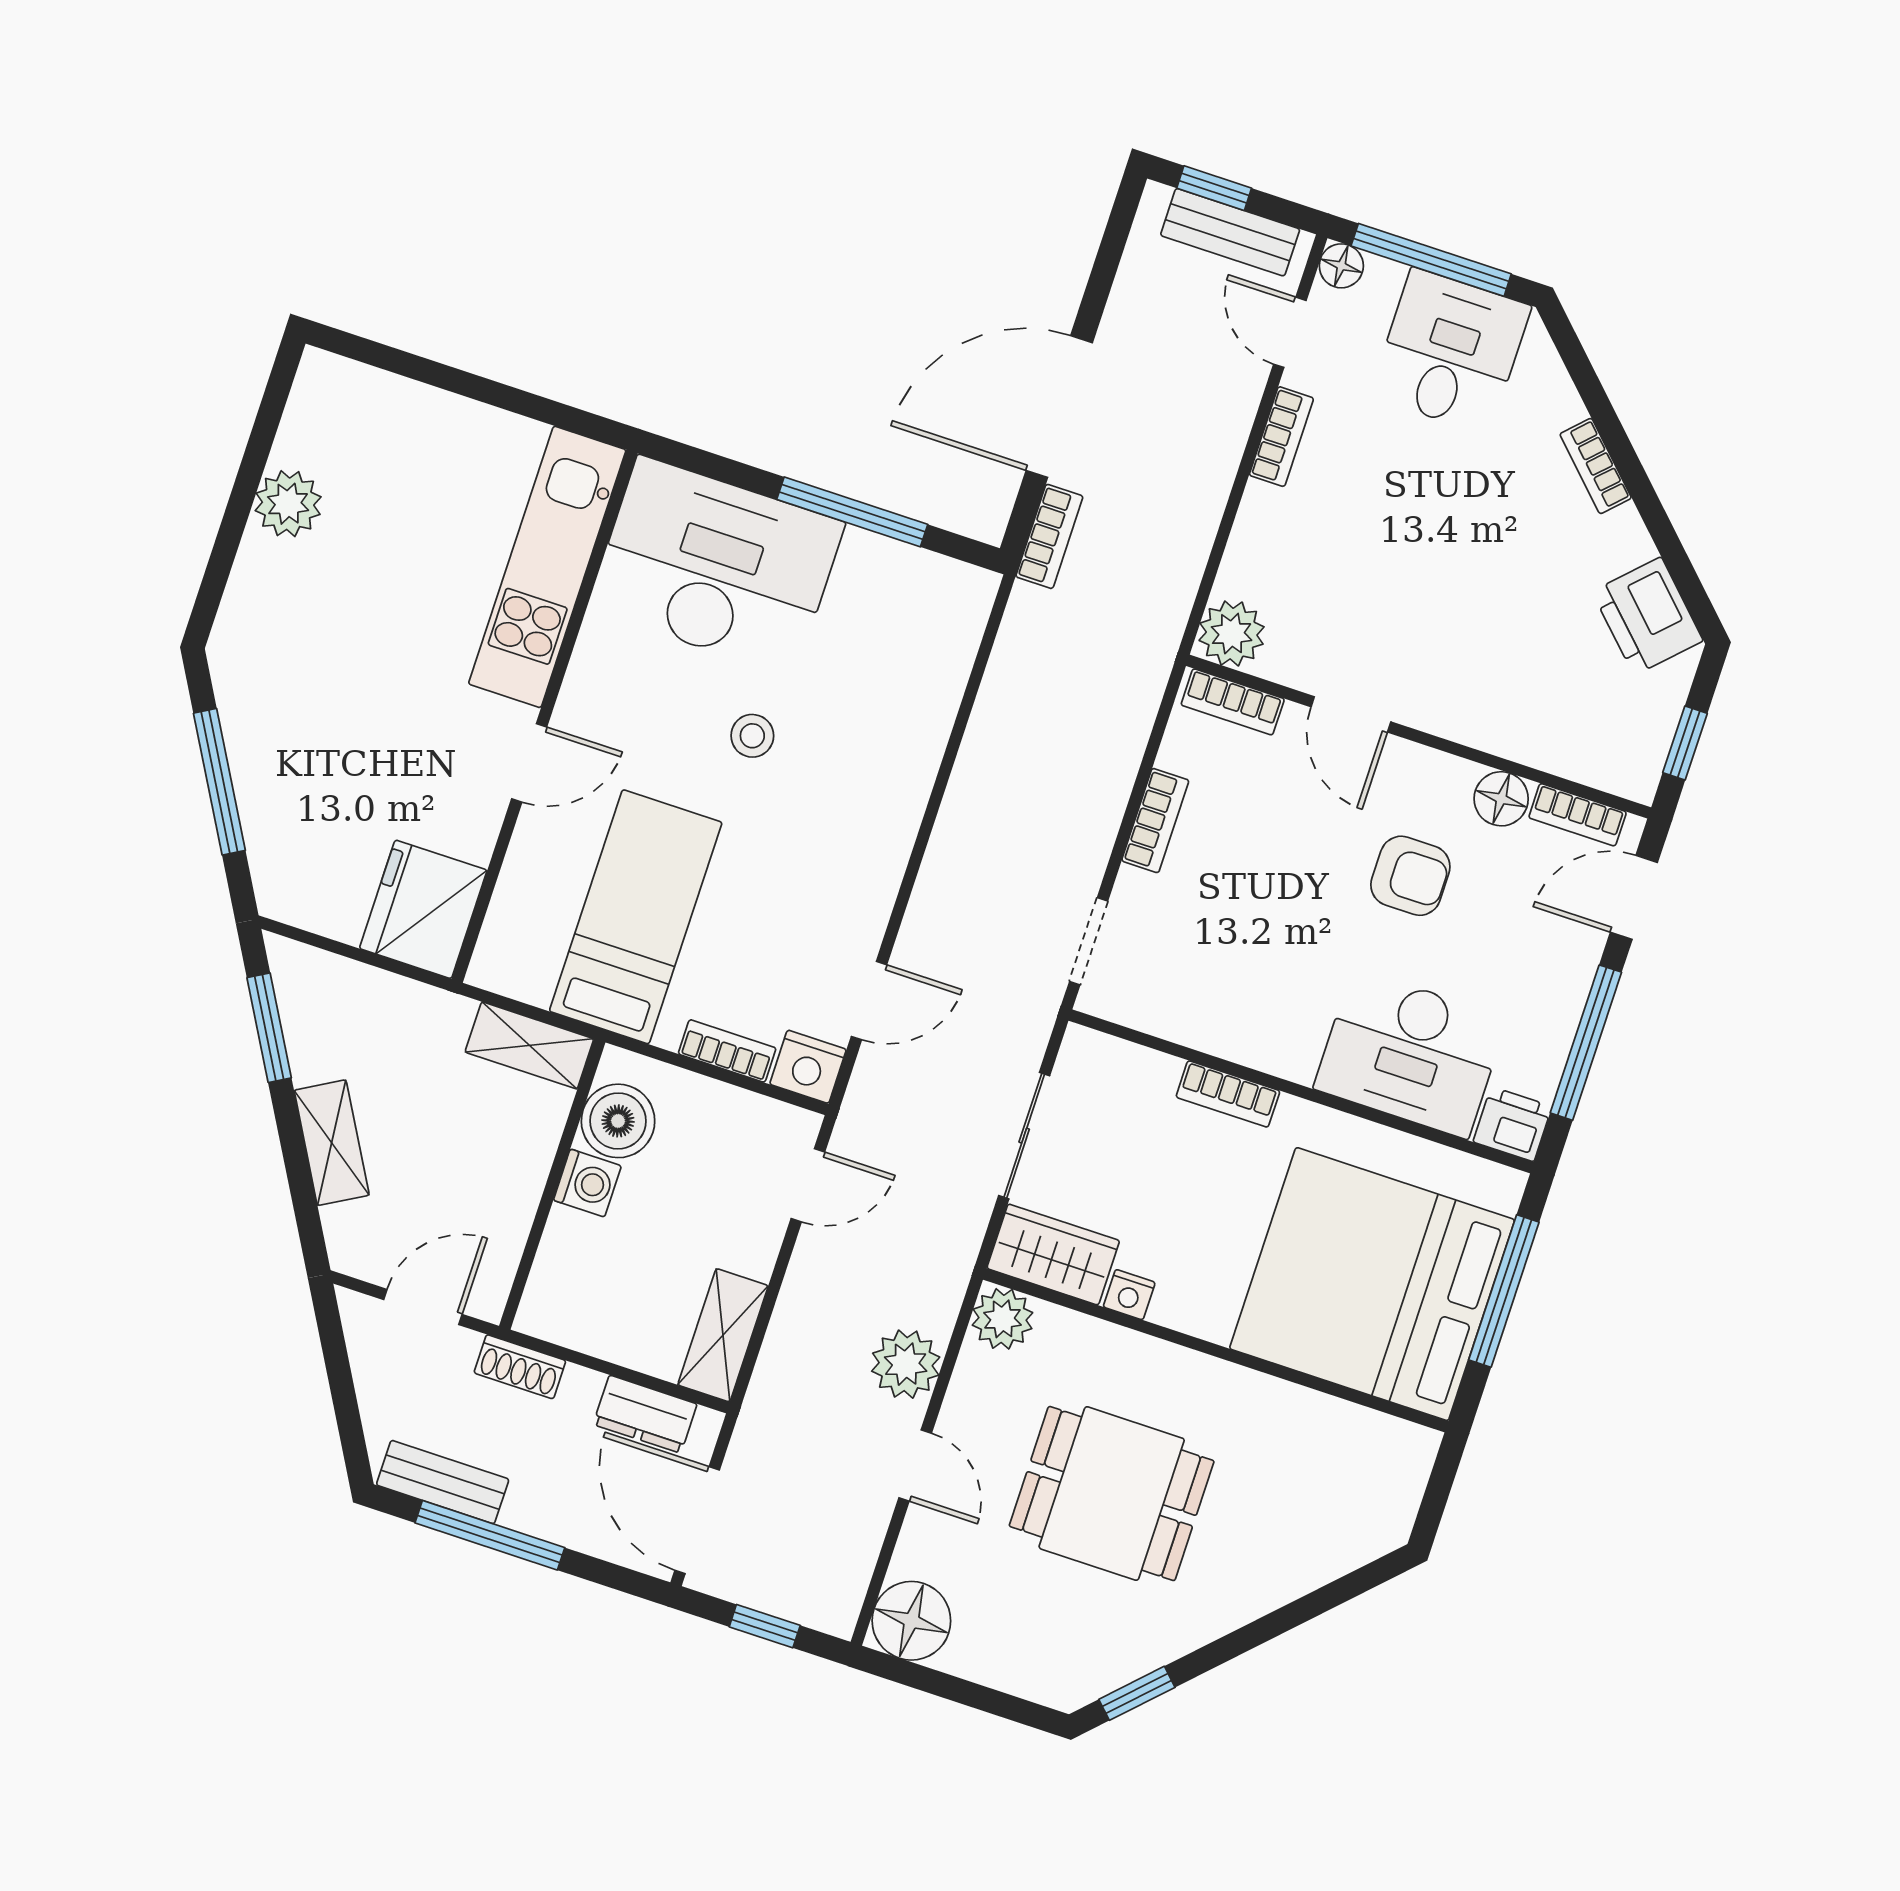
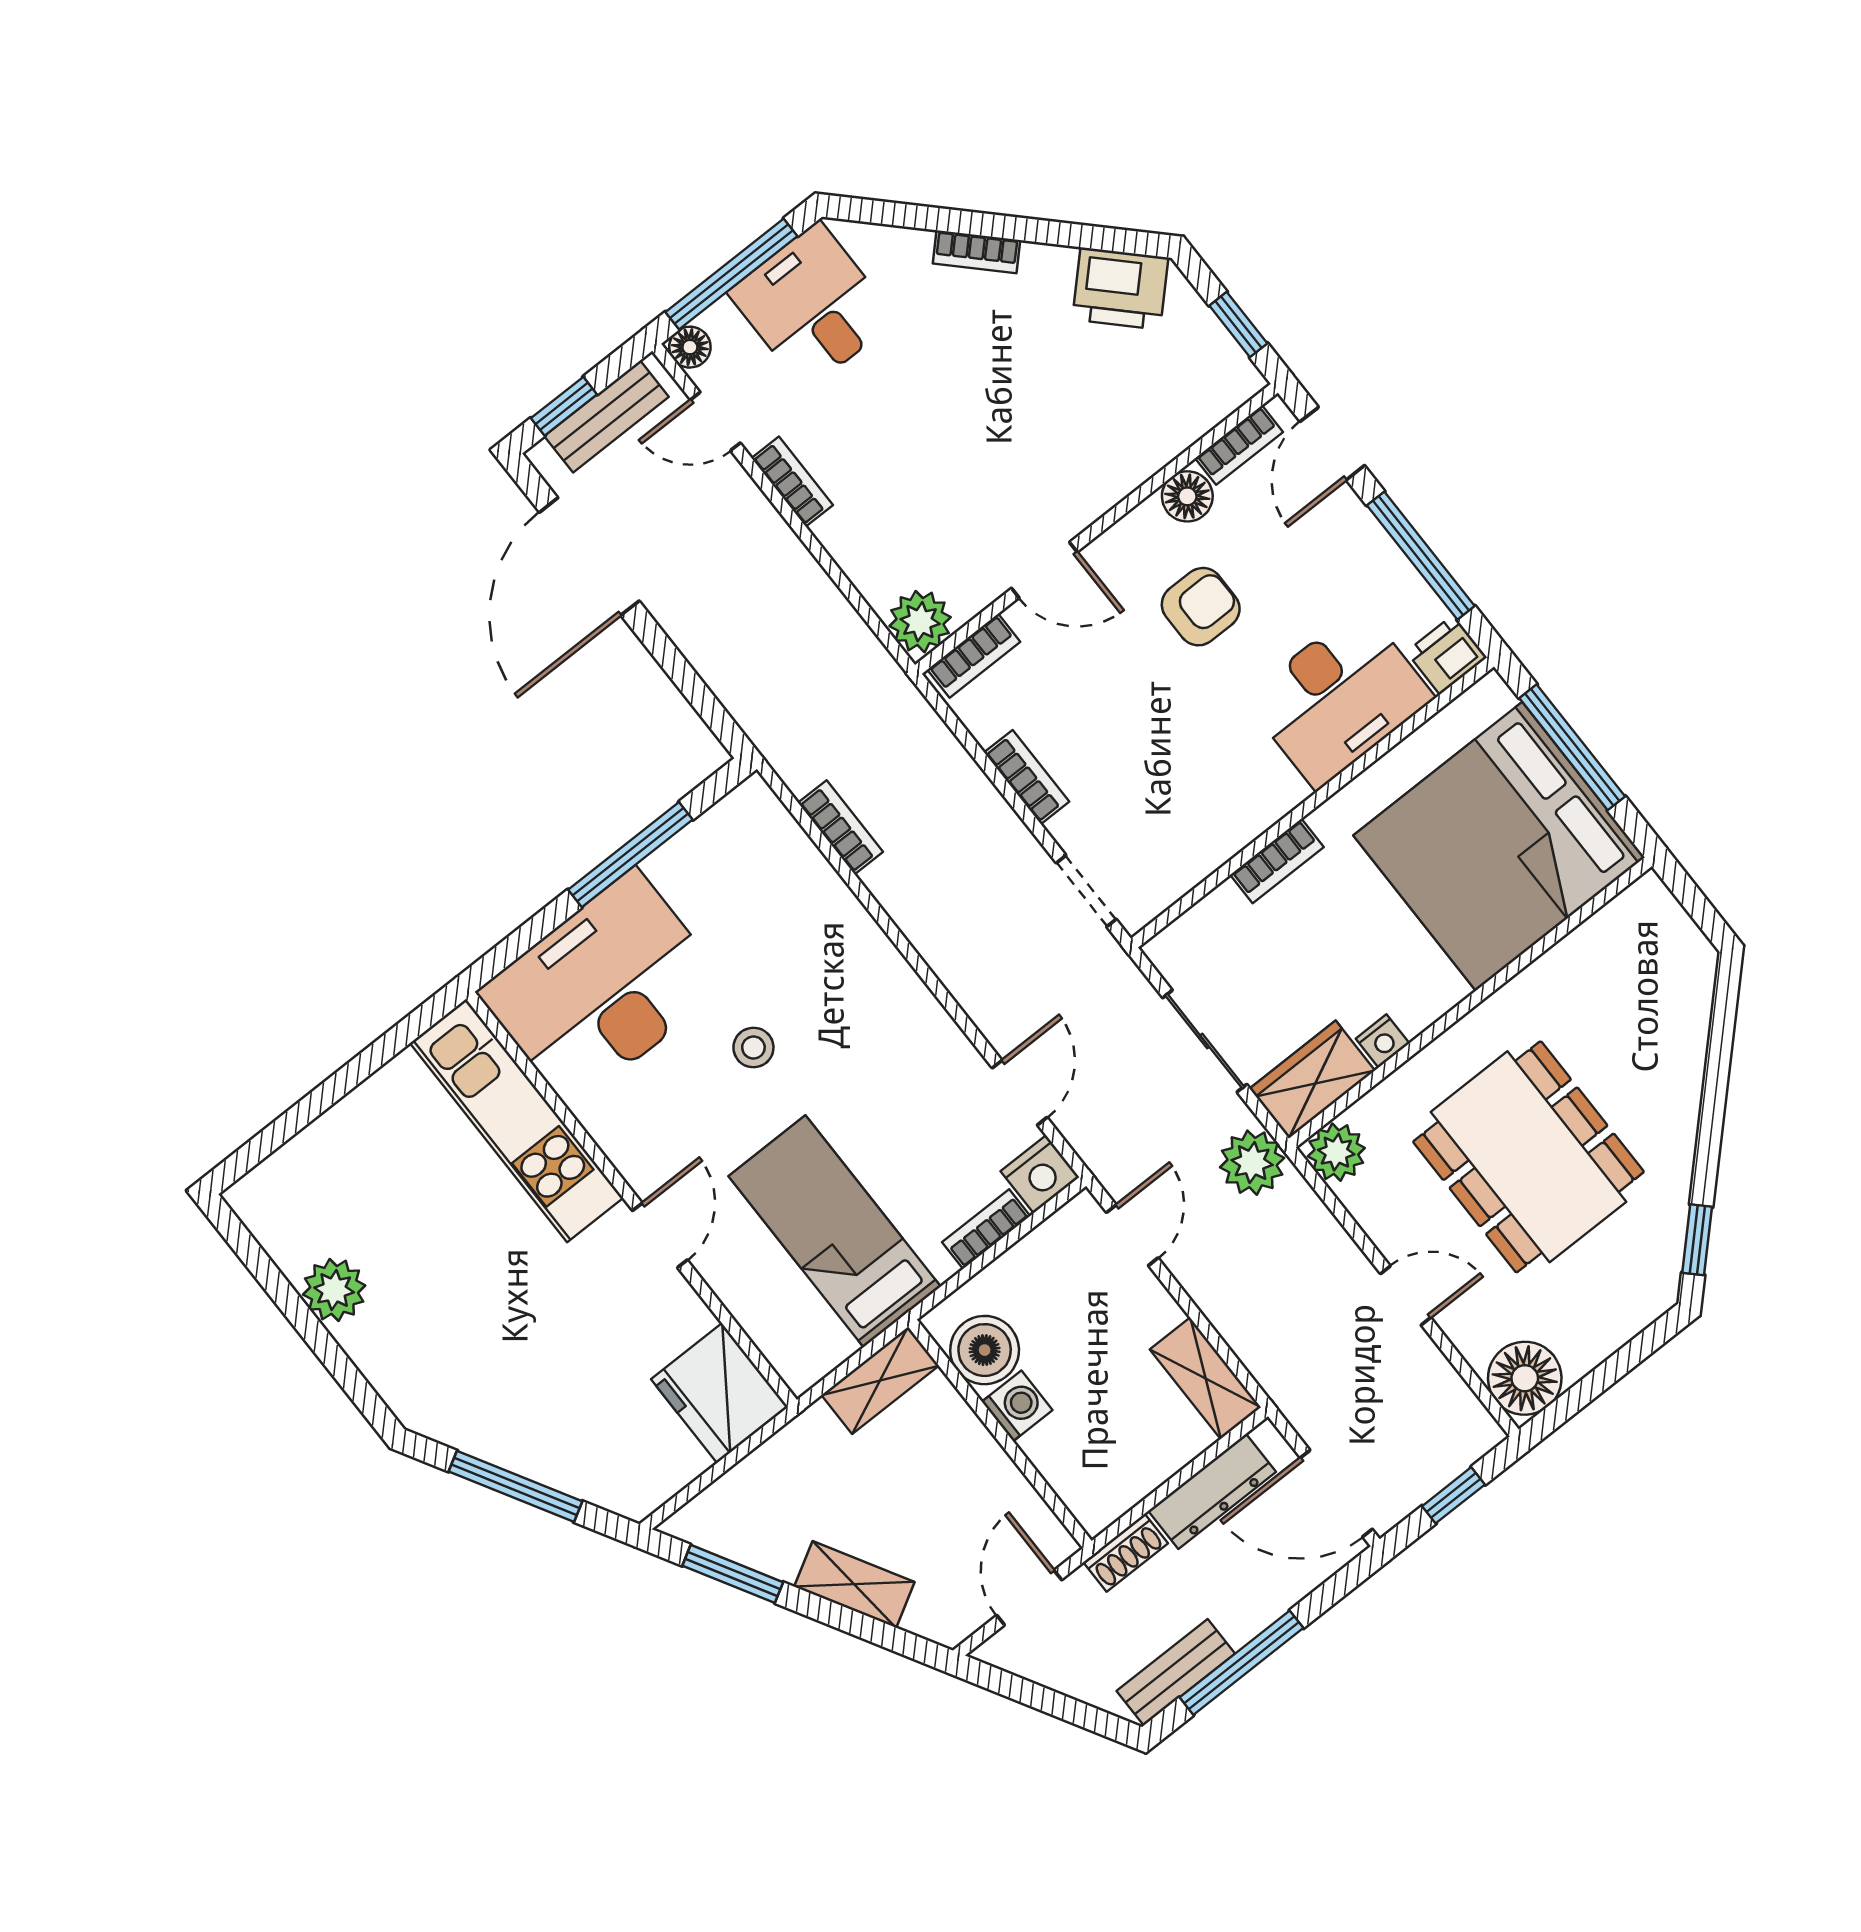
door: (1059, 407) -> (589, 557), moved
bookcase: (1049, 536) -> (841, 827), moved
plant: (906, 1364) -> (1252, 1163), moved
dresser: (645, 1414) -> (1212, 1491), width x1.44
dining table: (1112, 1494) -> (1528, 1157), width x1.38

